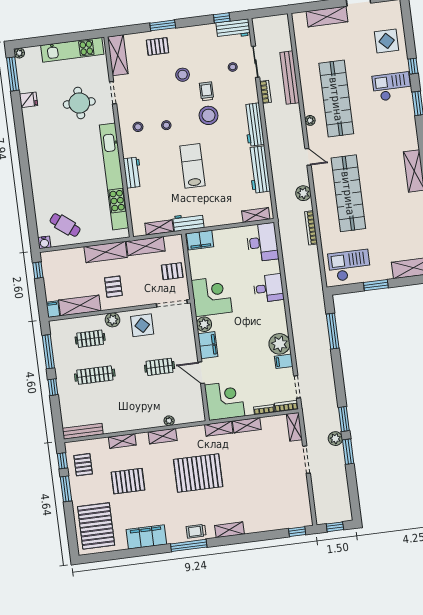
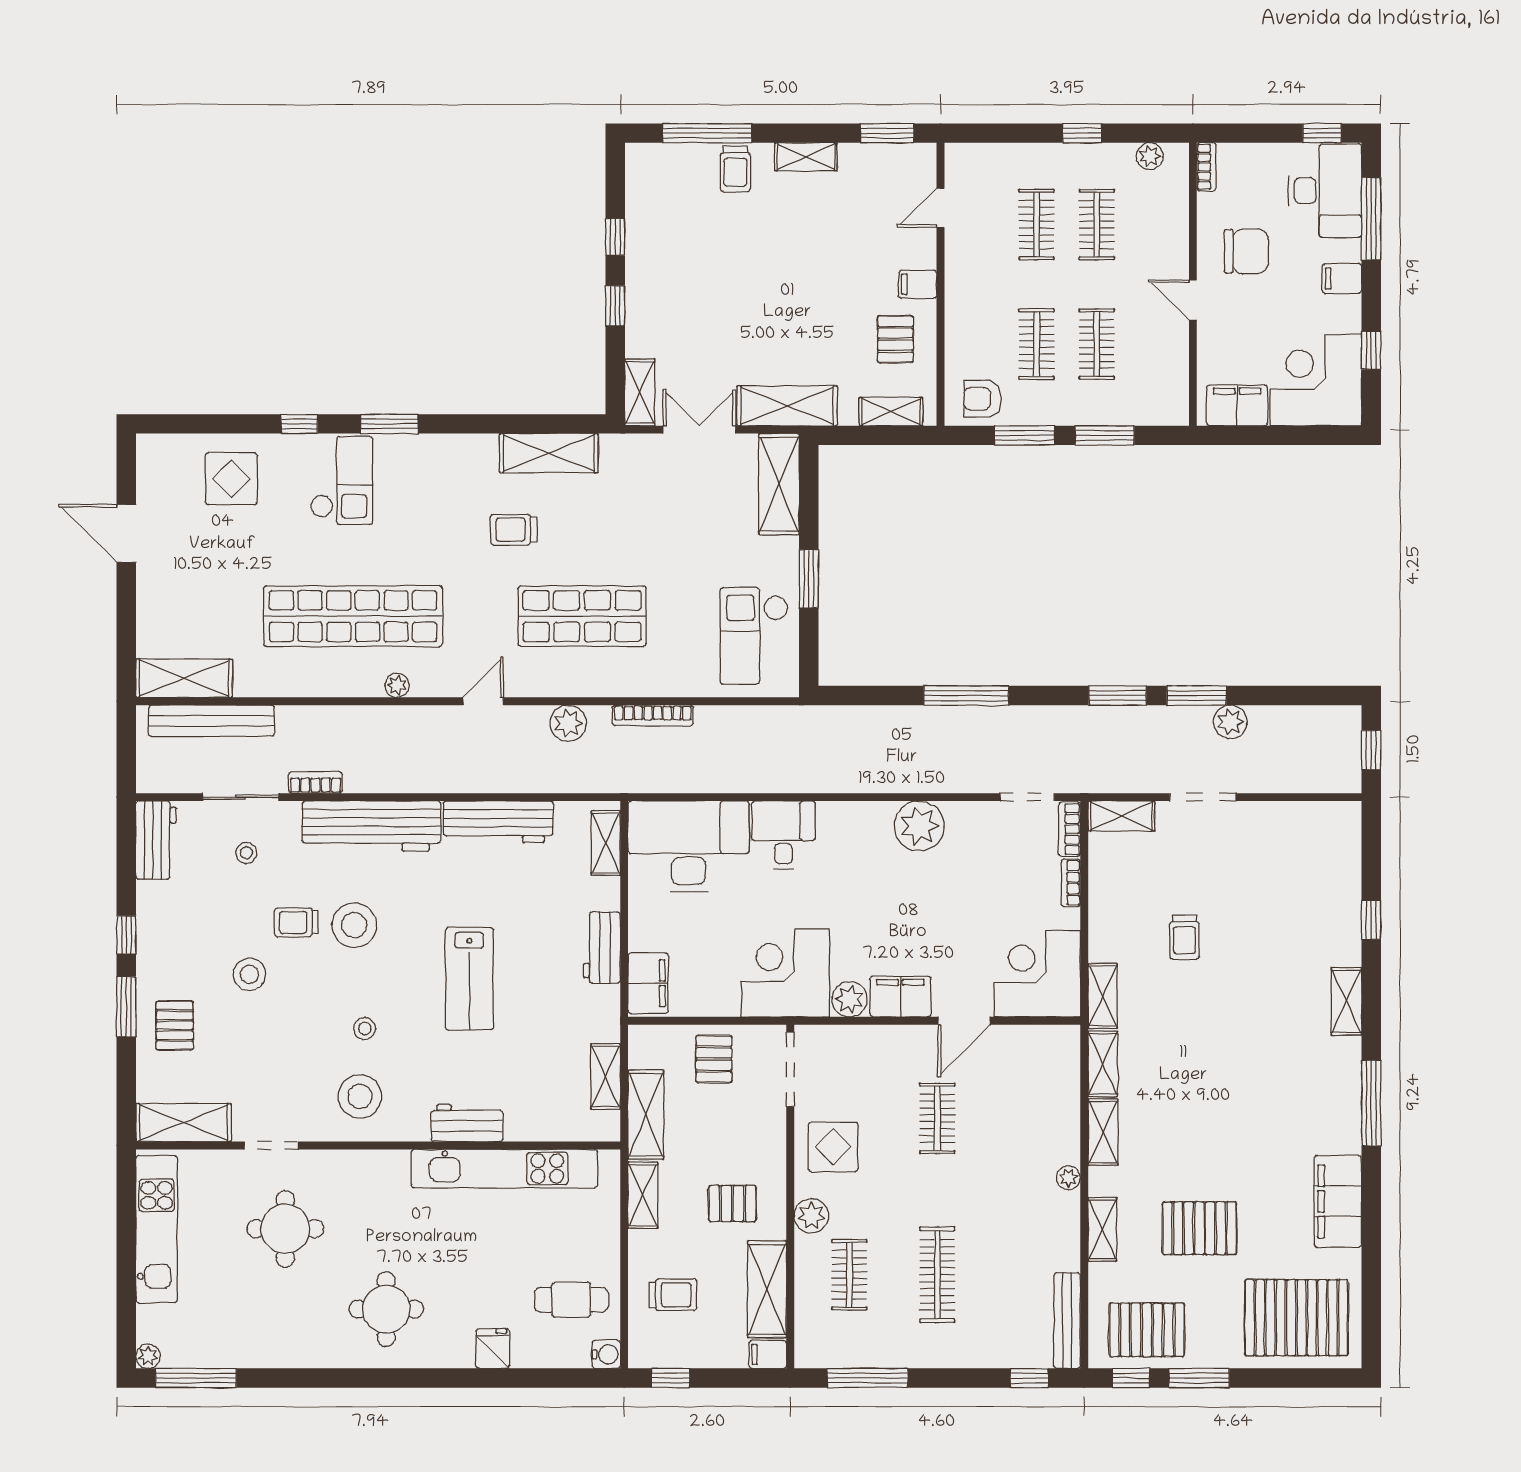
shelving: (327, 17) -> (184, 678), moved, turned 90
window: (222, 18) -> (126, 935), moved
bench: (290, 78) -> (211, 721), moved
checkout: (392, 87) -> (342, 480), turned 180
fridge: (29, 100) -> (493, 1349), moved
workbench: (254, 125) -> (371, 826), width x1.36, depth x1.32
stool: (138, 127) -> (360, 1096), width x1.89, depth x1.89
round table: (51, 149) -> (386, 1309), added
trolley: (381, 160) -> (514, 530), added
lab bench: (192, 166) -> (469, 979), turned -90
kitchen unit: (114, 176) -> (504, 1169), width x0.73
shop shelf: (348, 193) -> (582, 616), width x0.71
workbench: (188, 222) -> (602, 948), moved
cafe table: (65, 225) -> (571, 1300), turned 52
desk: (262, 242) -> (689, 846), width x1.36, depth x1.30
shelving: (106, 252) -> (643, 1195), width x0.67, depth x0.75
trolley: (73, 267) -> (673, 1295), added
window: (333, 331) -> (966, 696), moved
filing cabinet: (284, 361) -> (962, 821), removed
window: (53, 387) -> (1029, 1378), moved
plant: (169, 421) -> (1068, 1178), moved
shelving: (247, 425) -> (1103, 1064), moved
plant: (335, 439) -> (1230, 722), moved
pallet: (83, 465) -> (1147, 1330), width x1.50, depth x1.42
pallet: (198, 473) -> (1202, 1059), removed
pallet: (128, 481) -> (1199, 1228), turned 90
trolley: (196, 531) -> (1184, 937), moved
window: (297, 532) -> (1371, 920), moved

